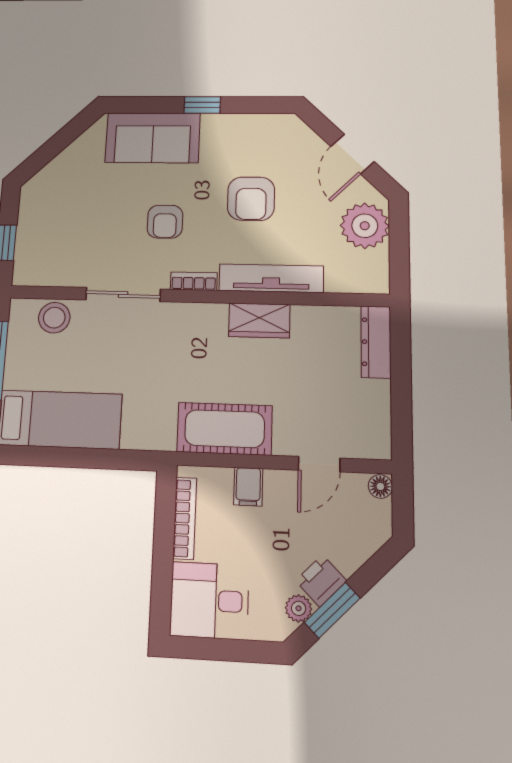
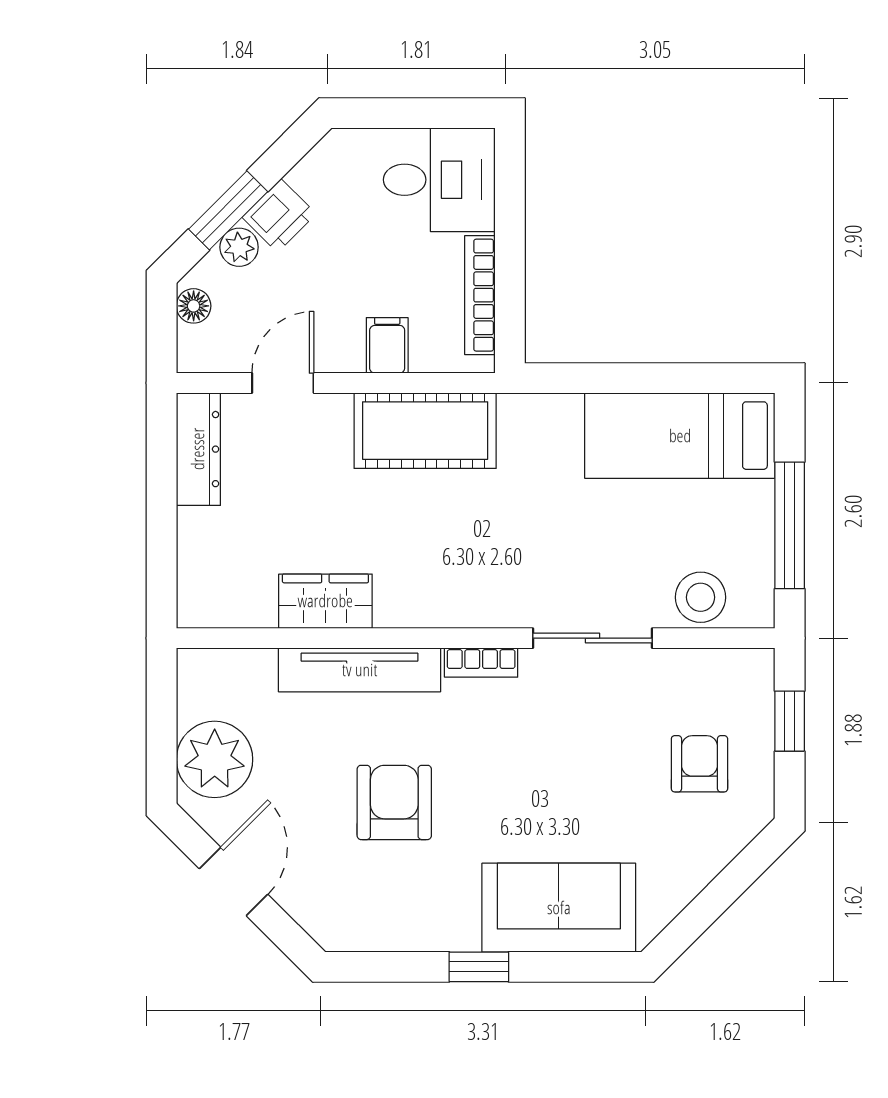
armchair: (165, 222) -> (699, 764), moved
wardrobe: (259, 320) -> (325, 601), moved
dresser: (376, 342) -> (198, 449), moved
floor lamp: (380, 486) -> (194, 306), moved
plant: (299, 608) -> (239, 247), moved
window: (332, 610) -> (228, 210), moved

